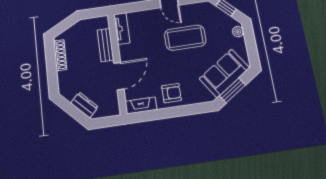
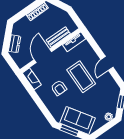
coffee table: (185, 38) -> (81, 77), moved
door: (119, 76) -> (43, 56), swing flipped
armchair: (171, 93) -> (59, 88), moved

